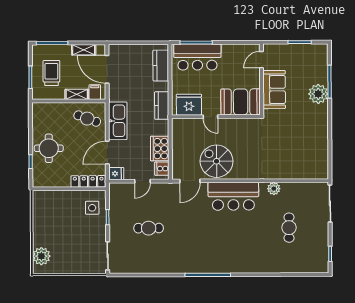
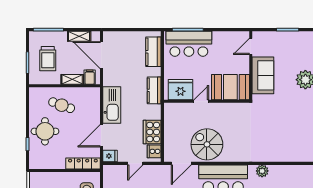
trolley: (51, 73) -> (48, 59), turned 180
door: (210, 117) -> (201, 101), swing flipped
cafe table: (87, 119) -> (62, 105), moved

